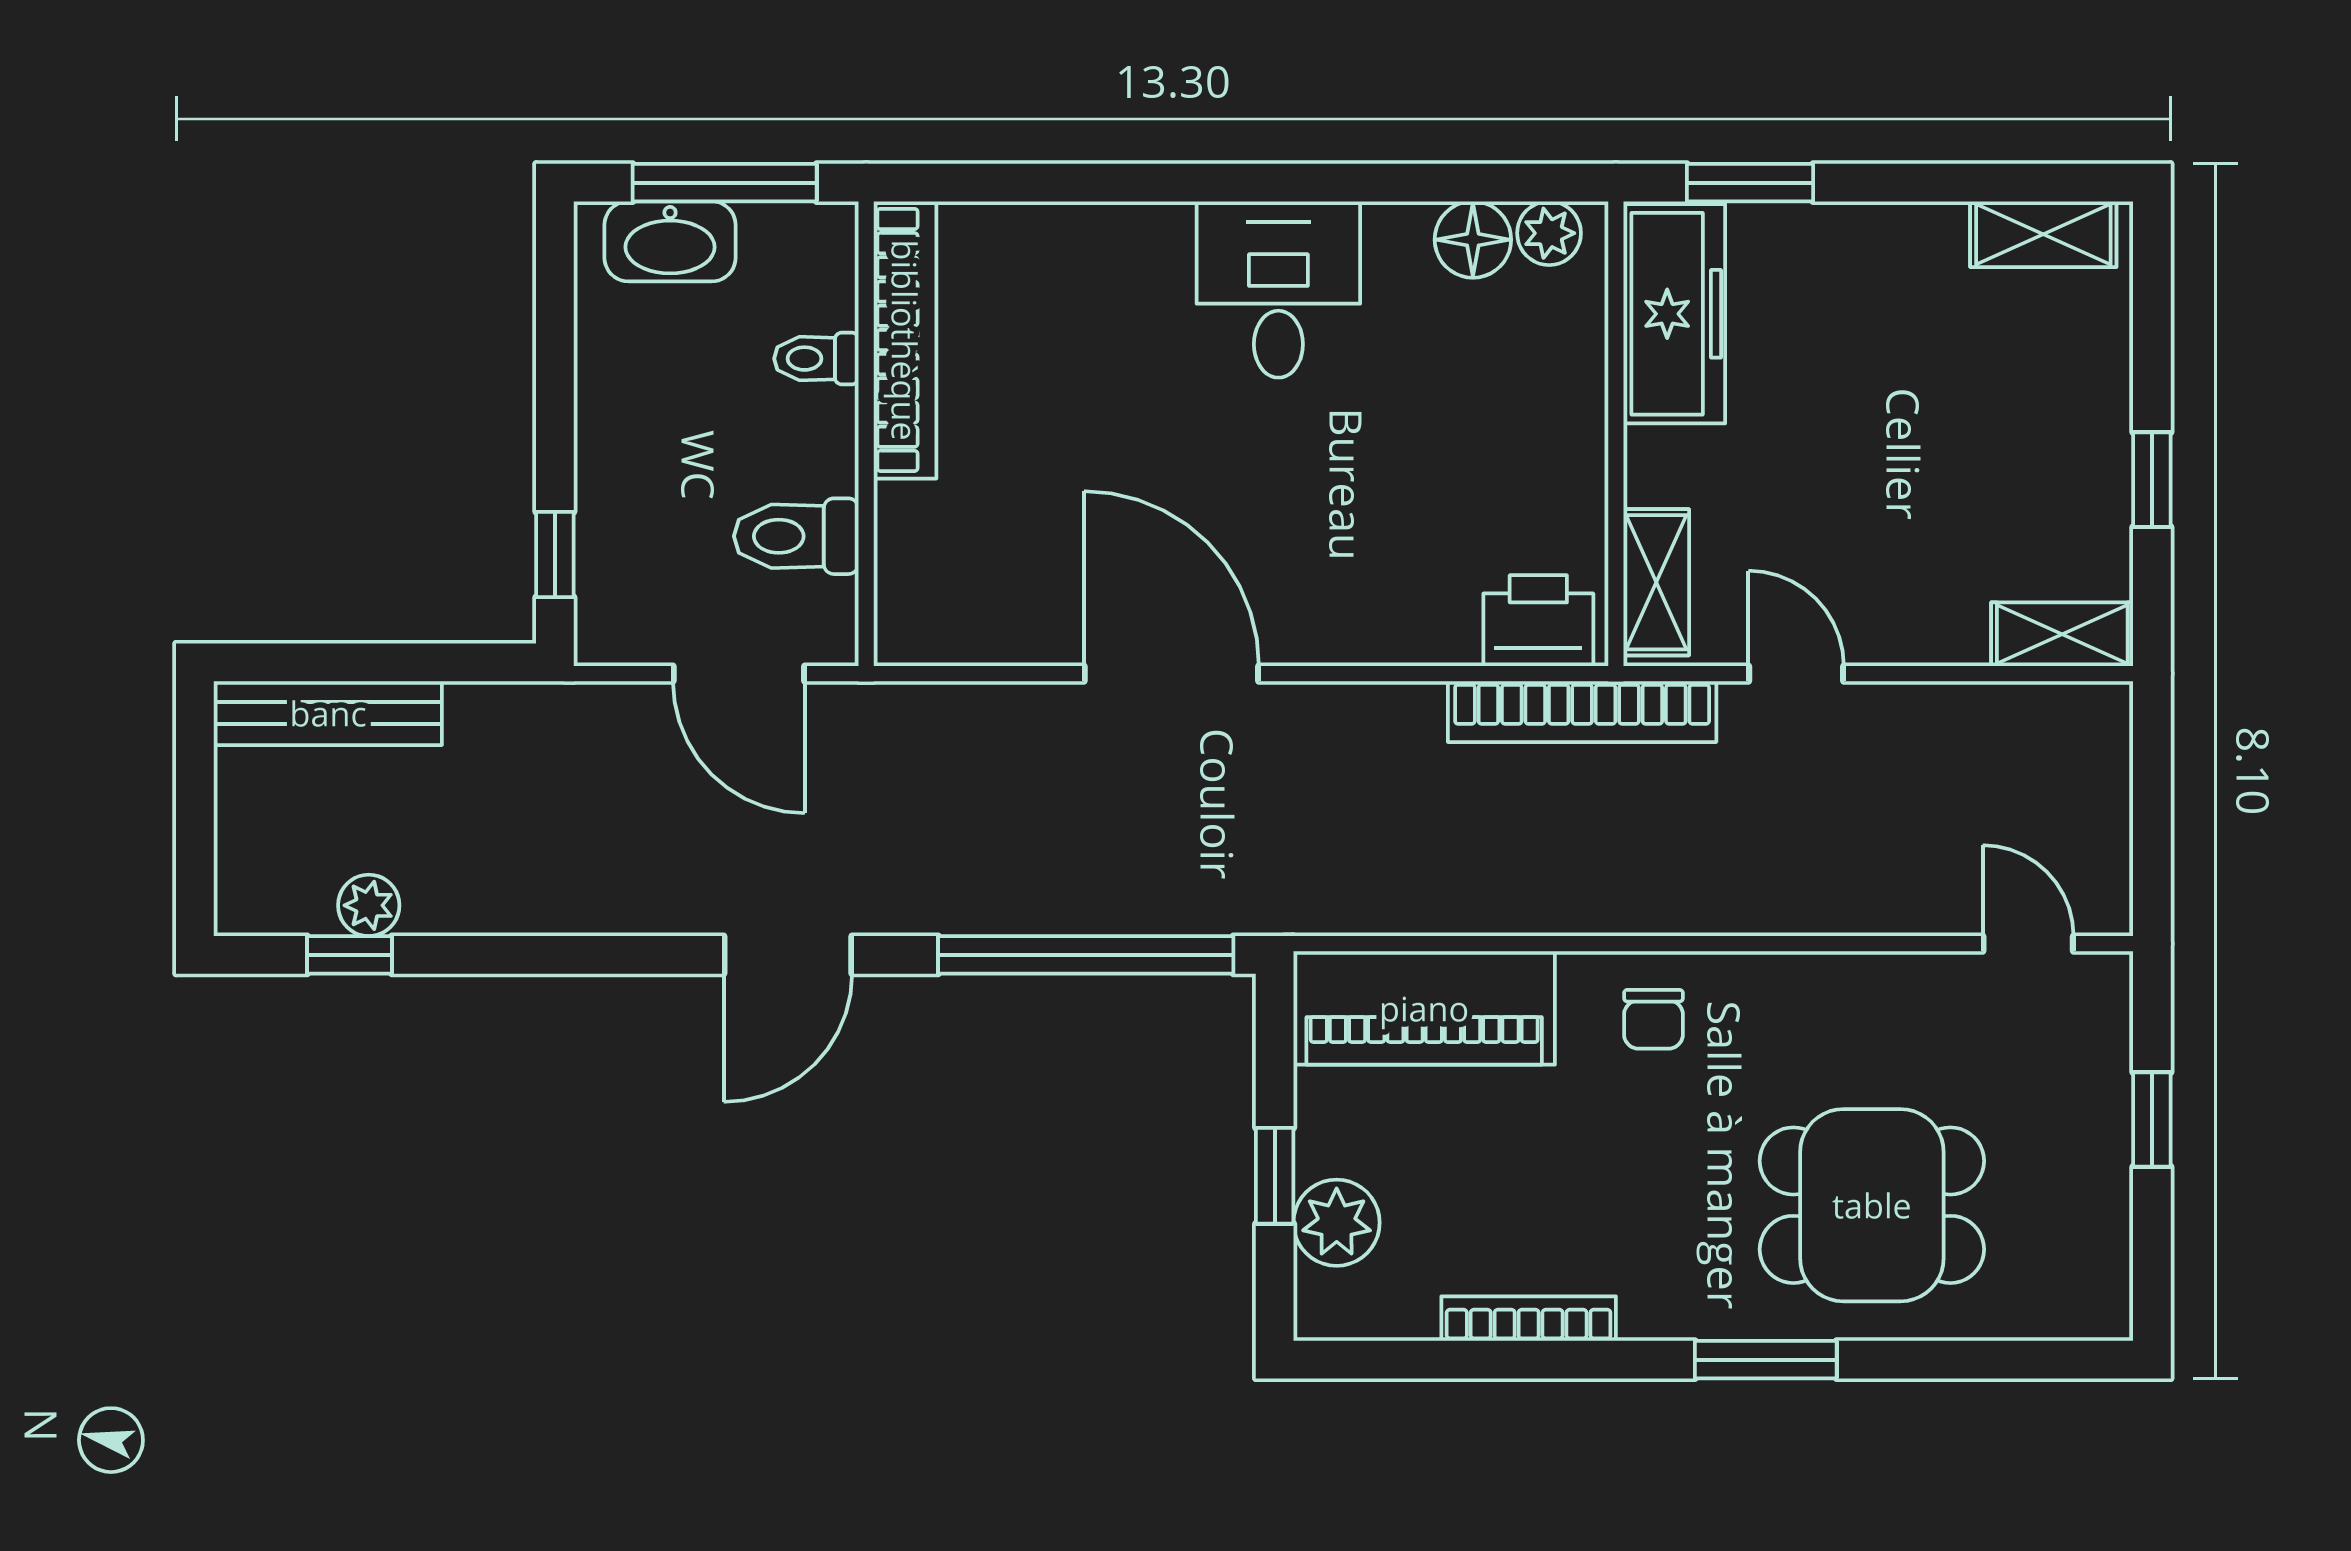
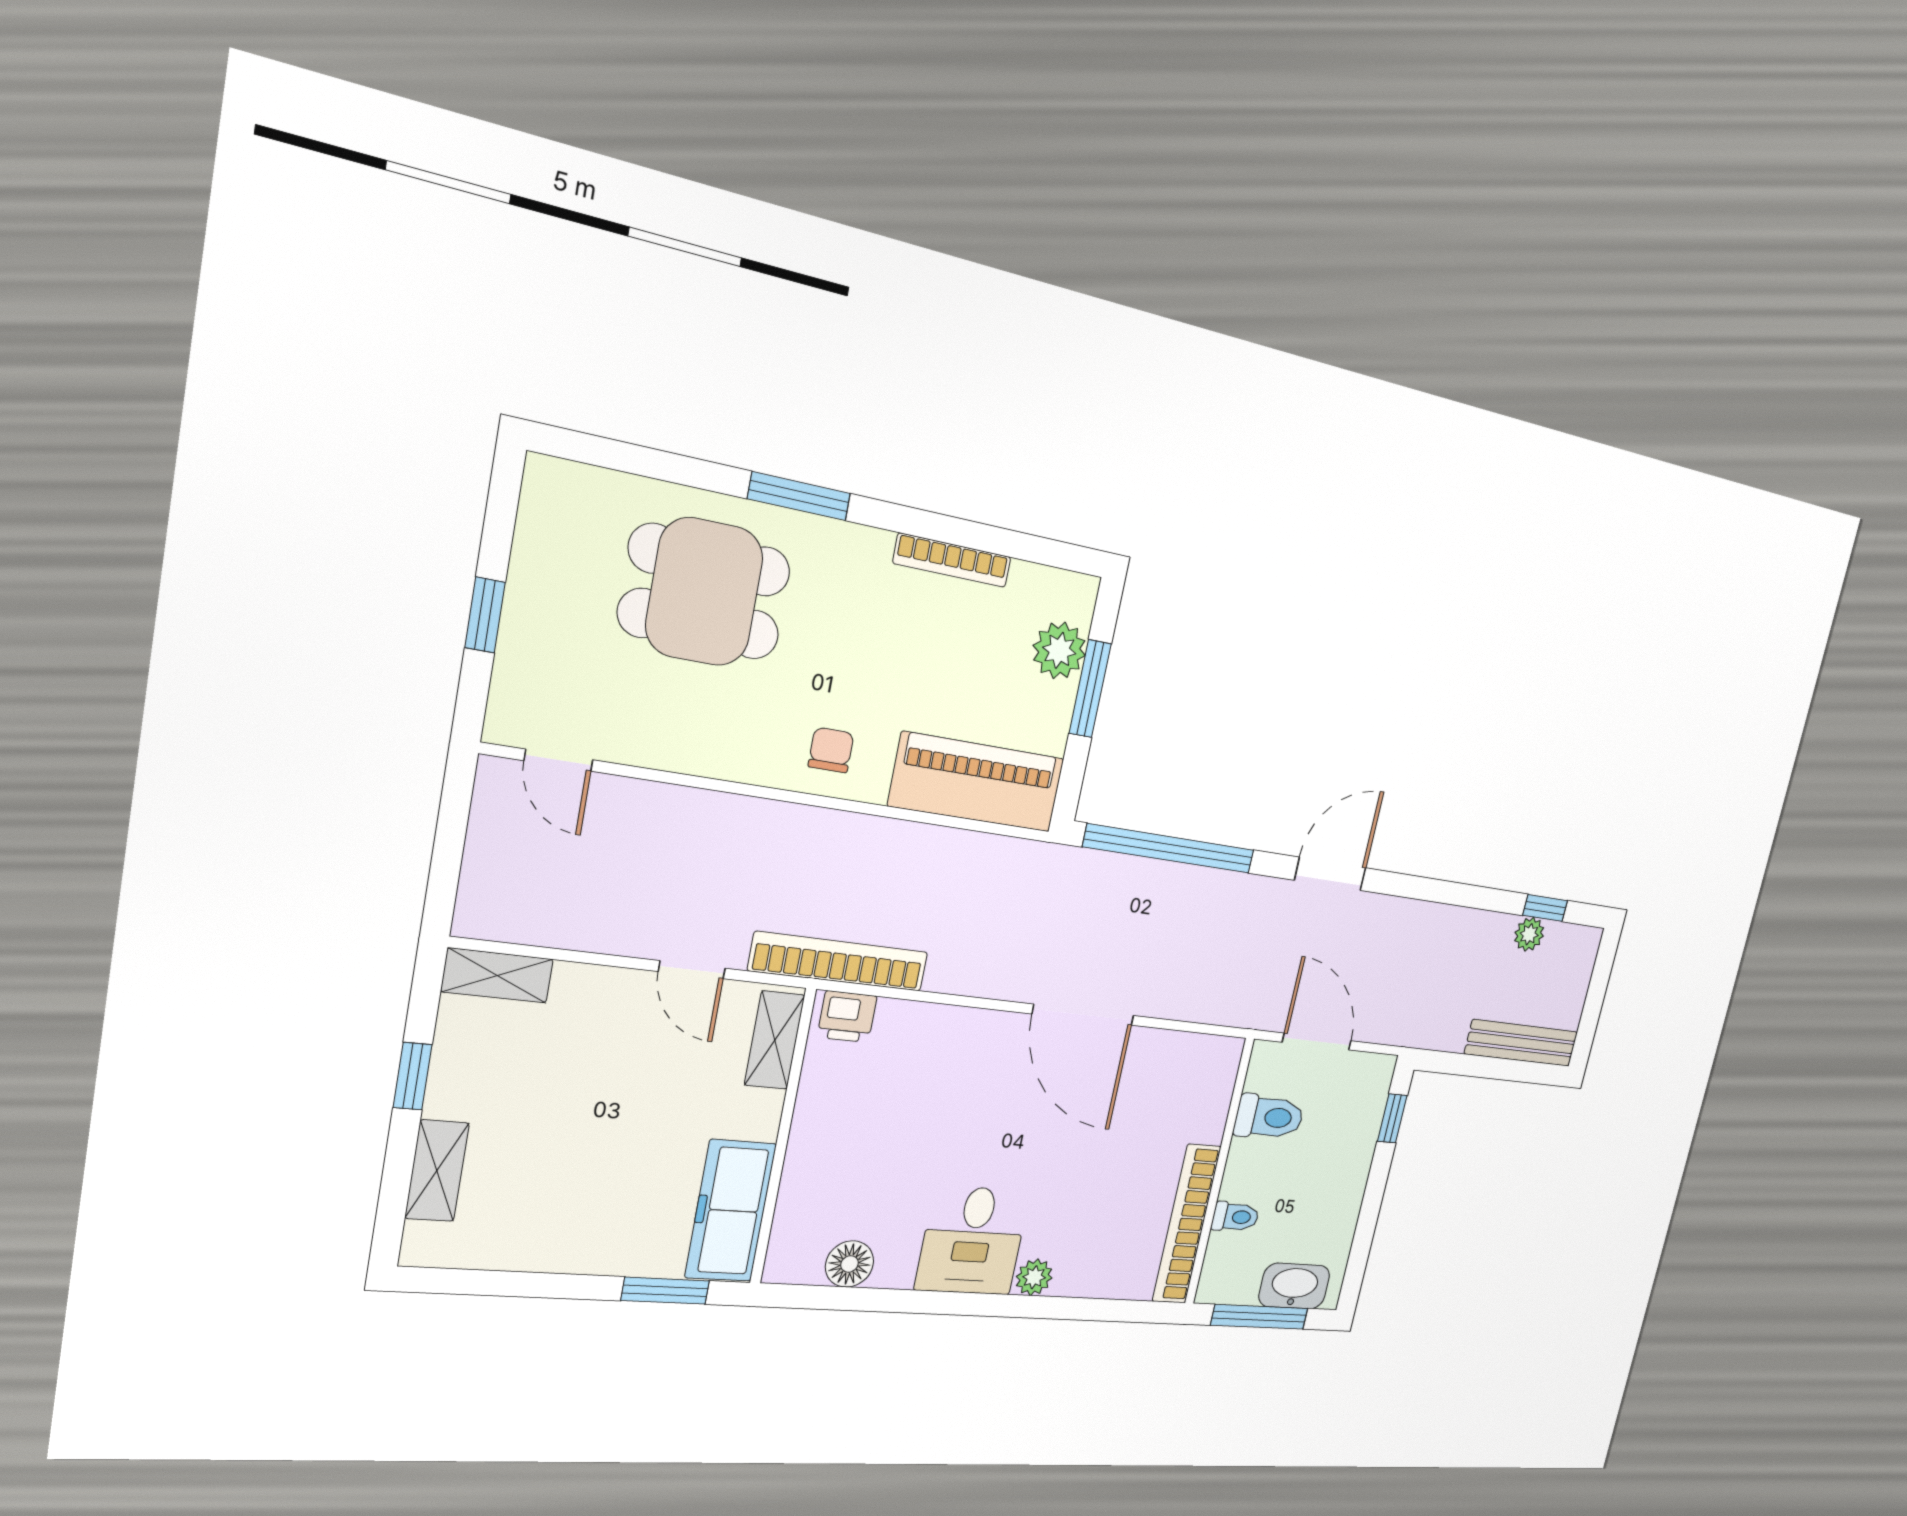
plant: (1549, 233) -> (1034, 1277), moved
shelving: (2043, 234) -> (437, 1171), moved, turned 90
printer: (1538, 621) -> (847, 1017), width x0.73, depth x0.81
window: (1275, 1176) -> (1090, 689), width x1.50

